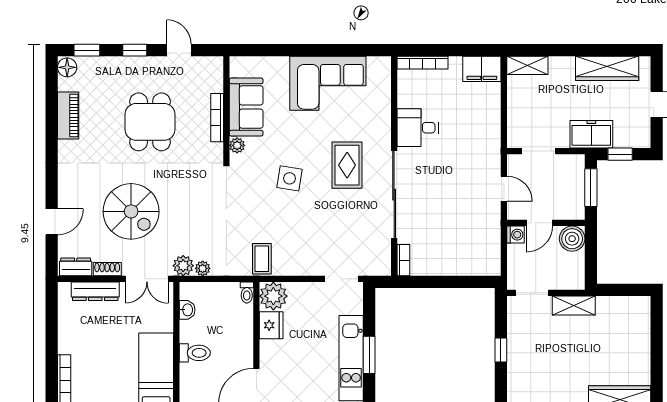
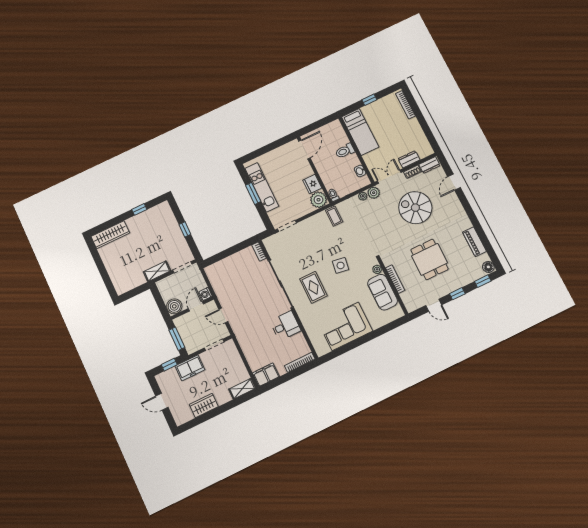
wardrobe: (607, 68) -> (204, 406), width x0.67
dresser: (95, 291) -> (409, 159), width x0.70

